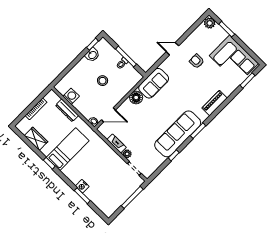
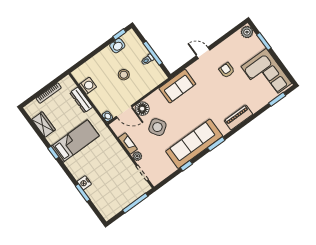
floor lamp: (136, 98) -> (142, 109), moved
side table: (141, 124) -> (157, 127), added

